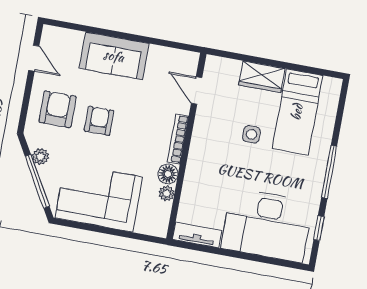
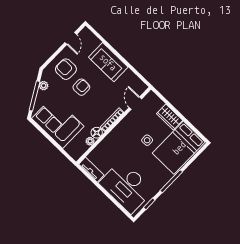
armchair: (58, 109) -> (66, 69), turned -90
bed: (297, 112) -> (179, 148), width x1.50

